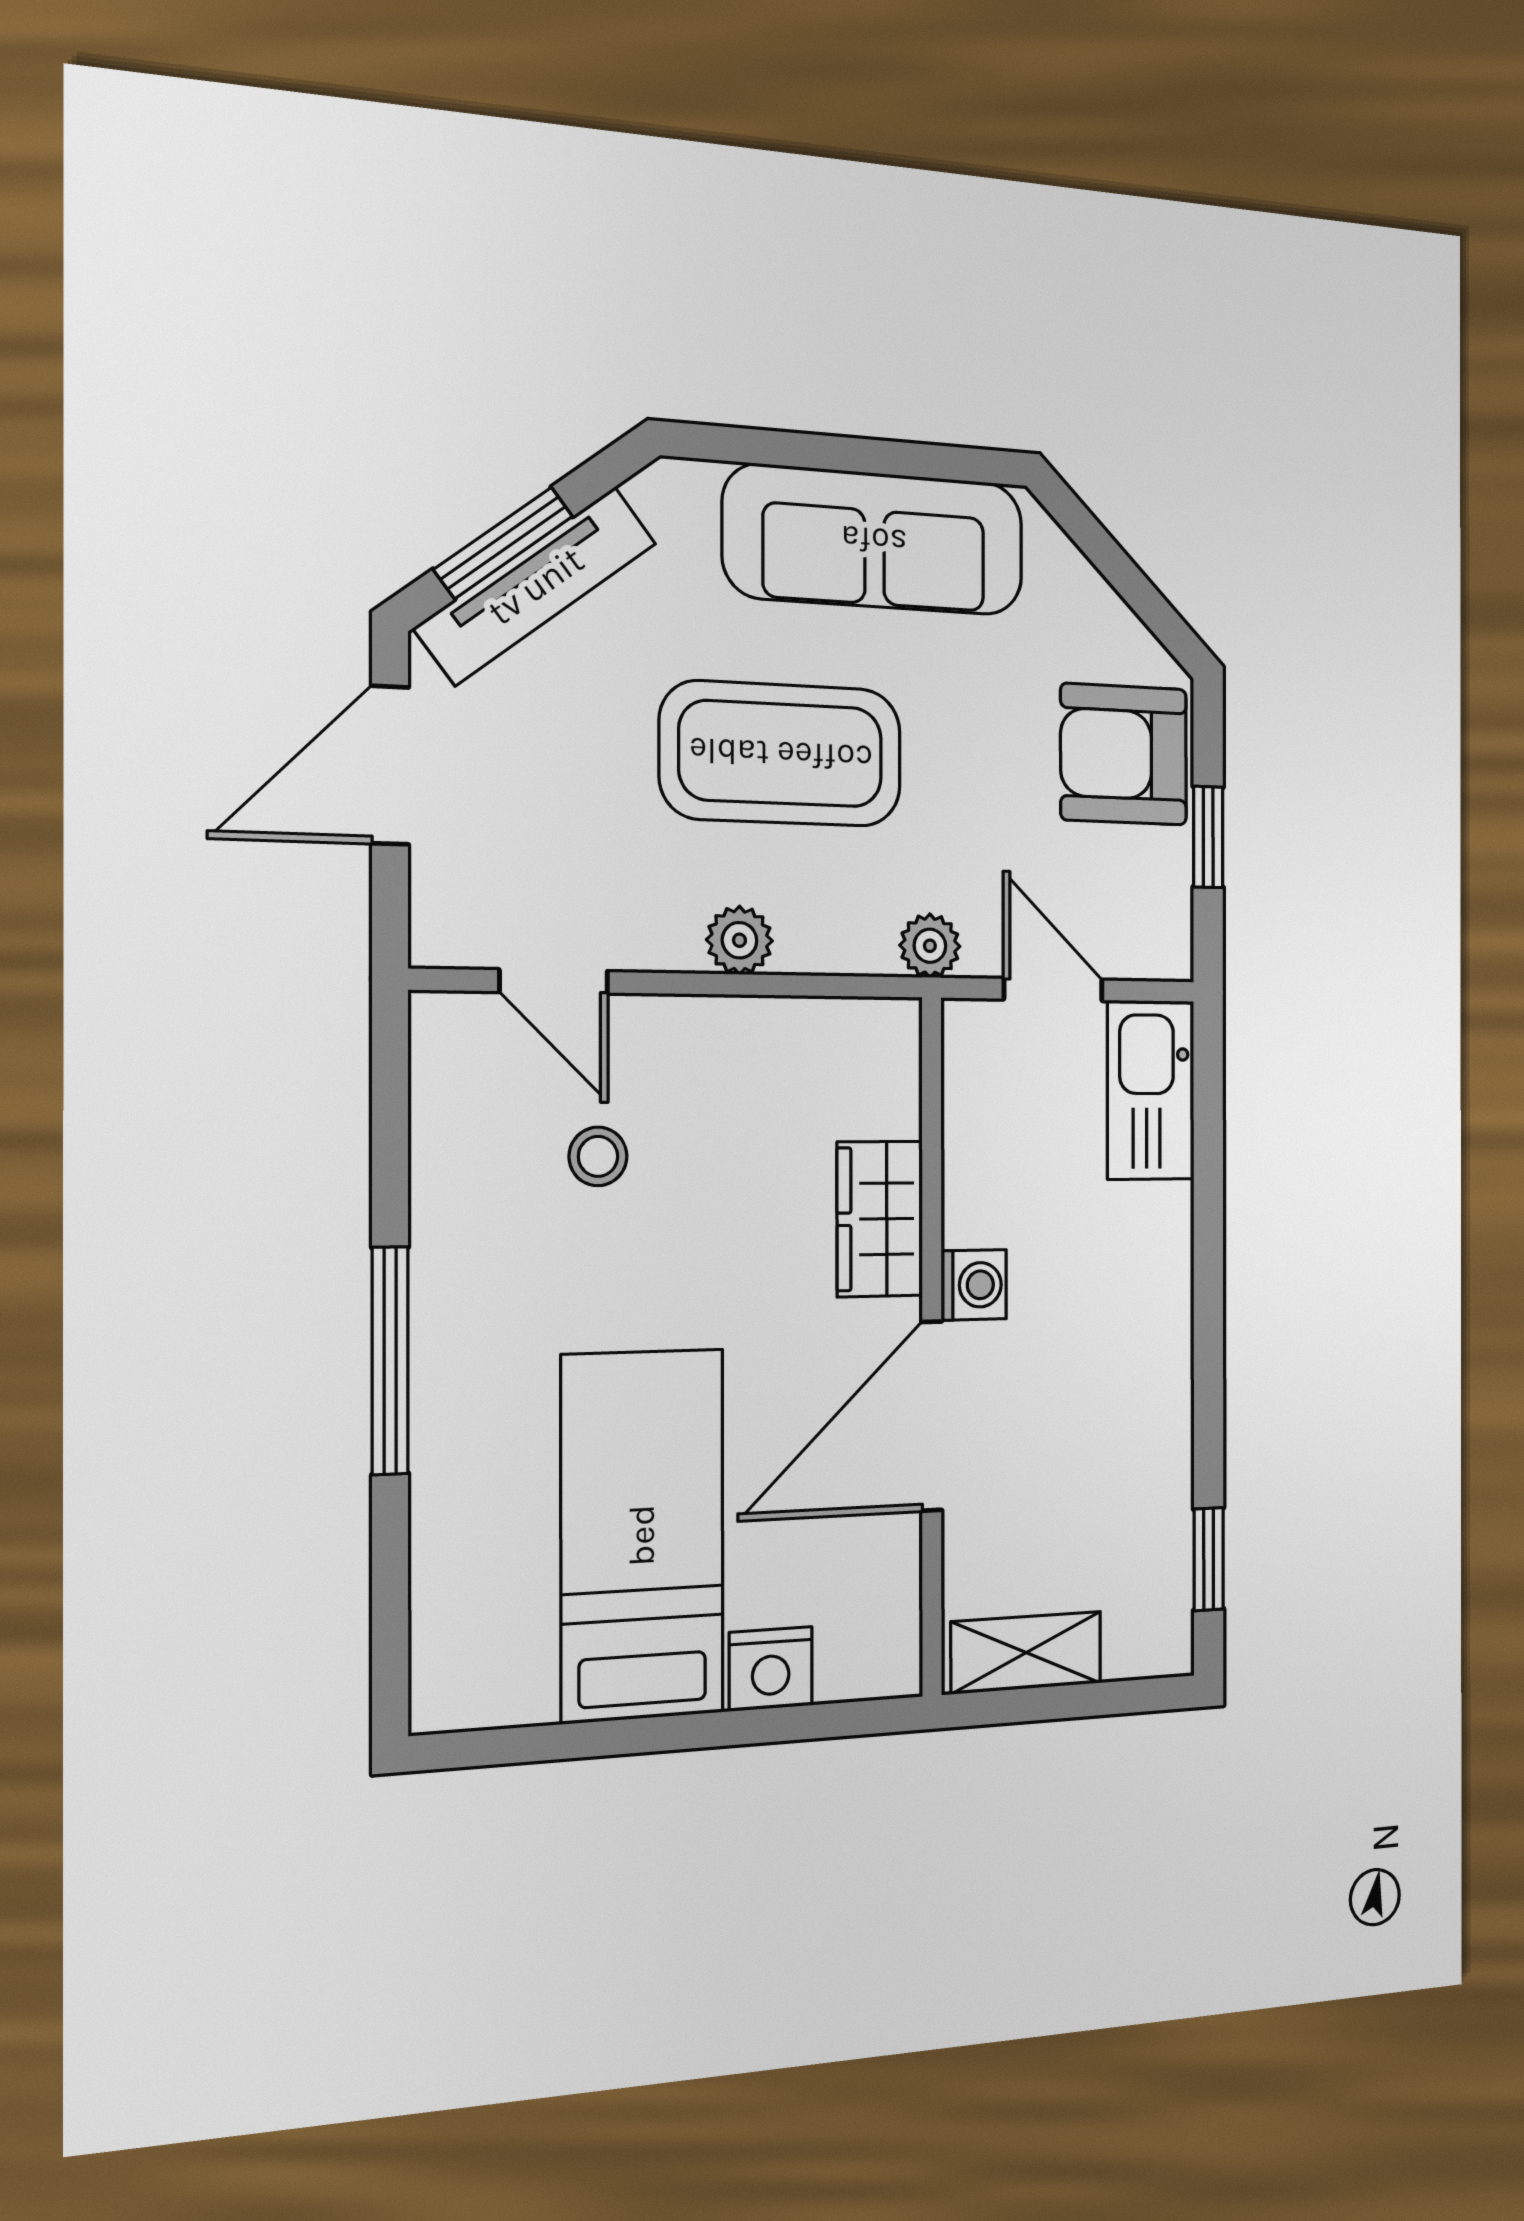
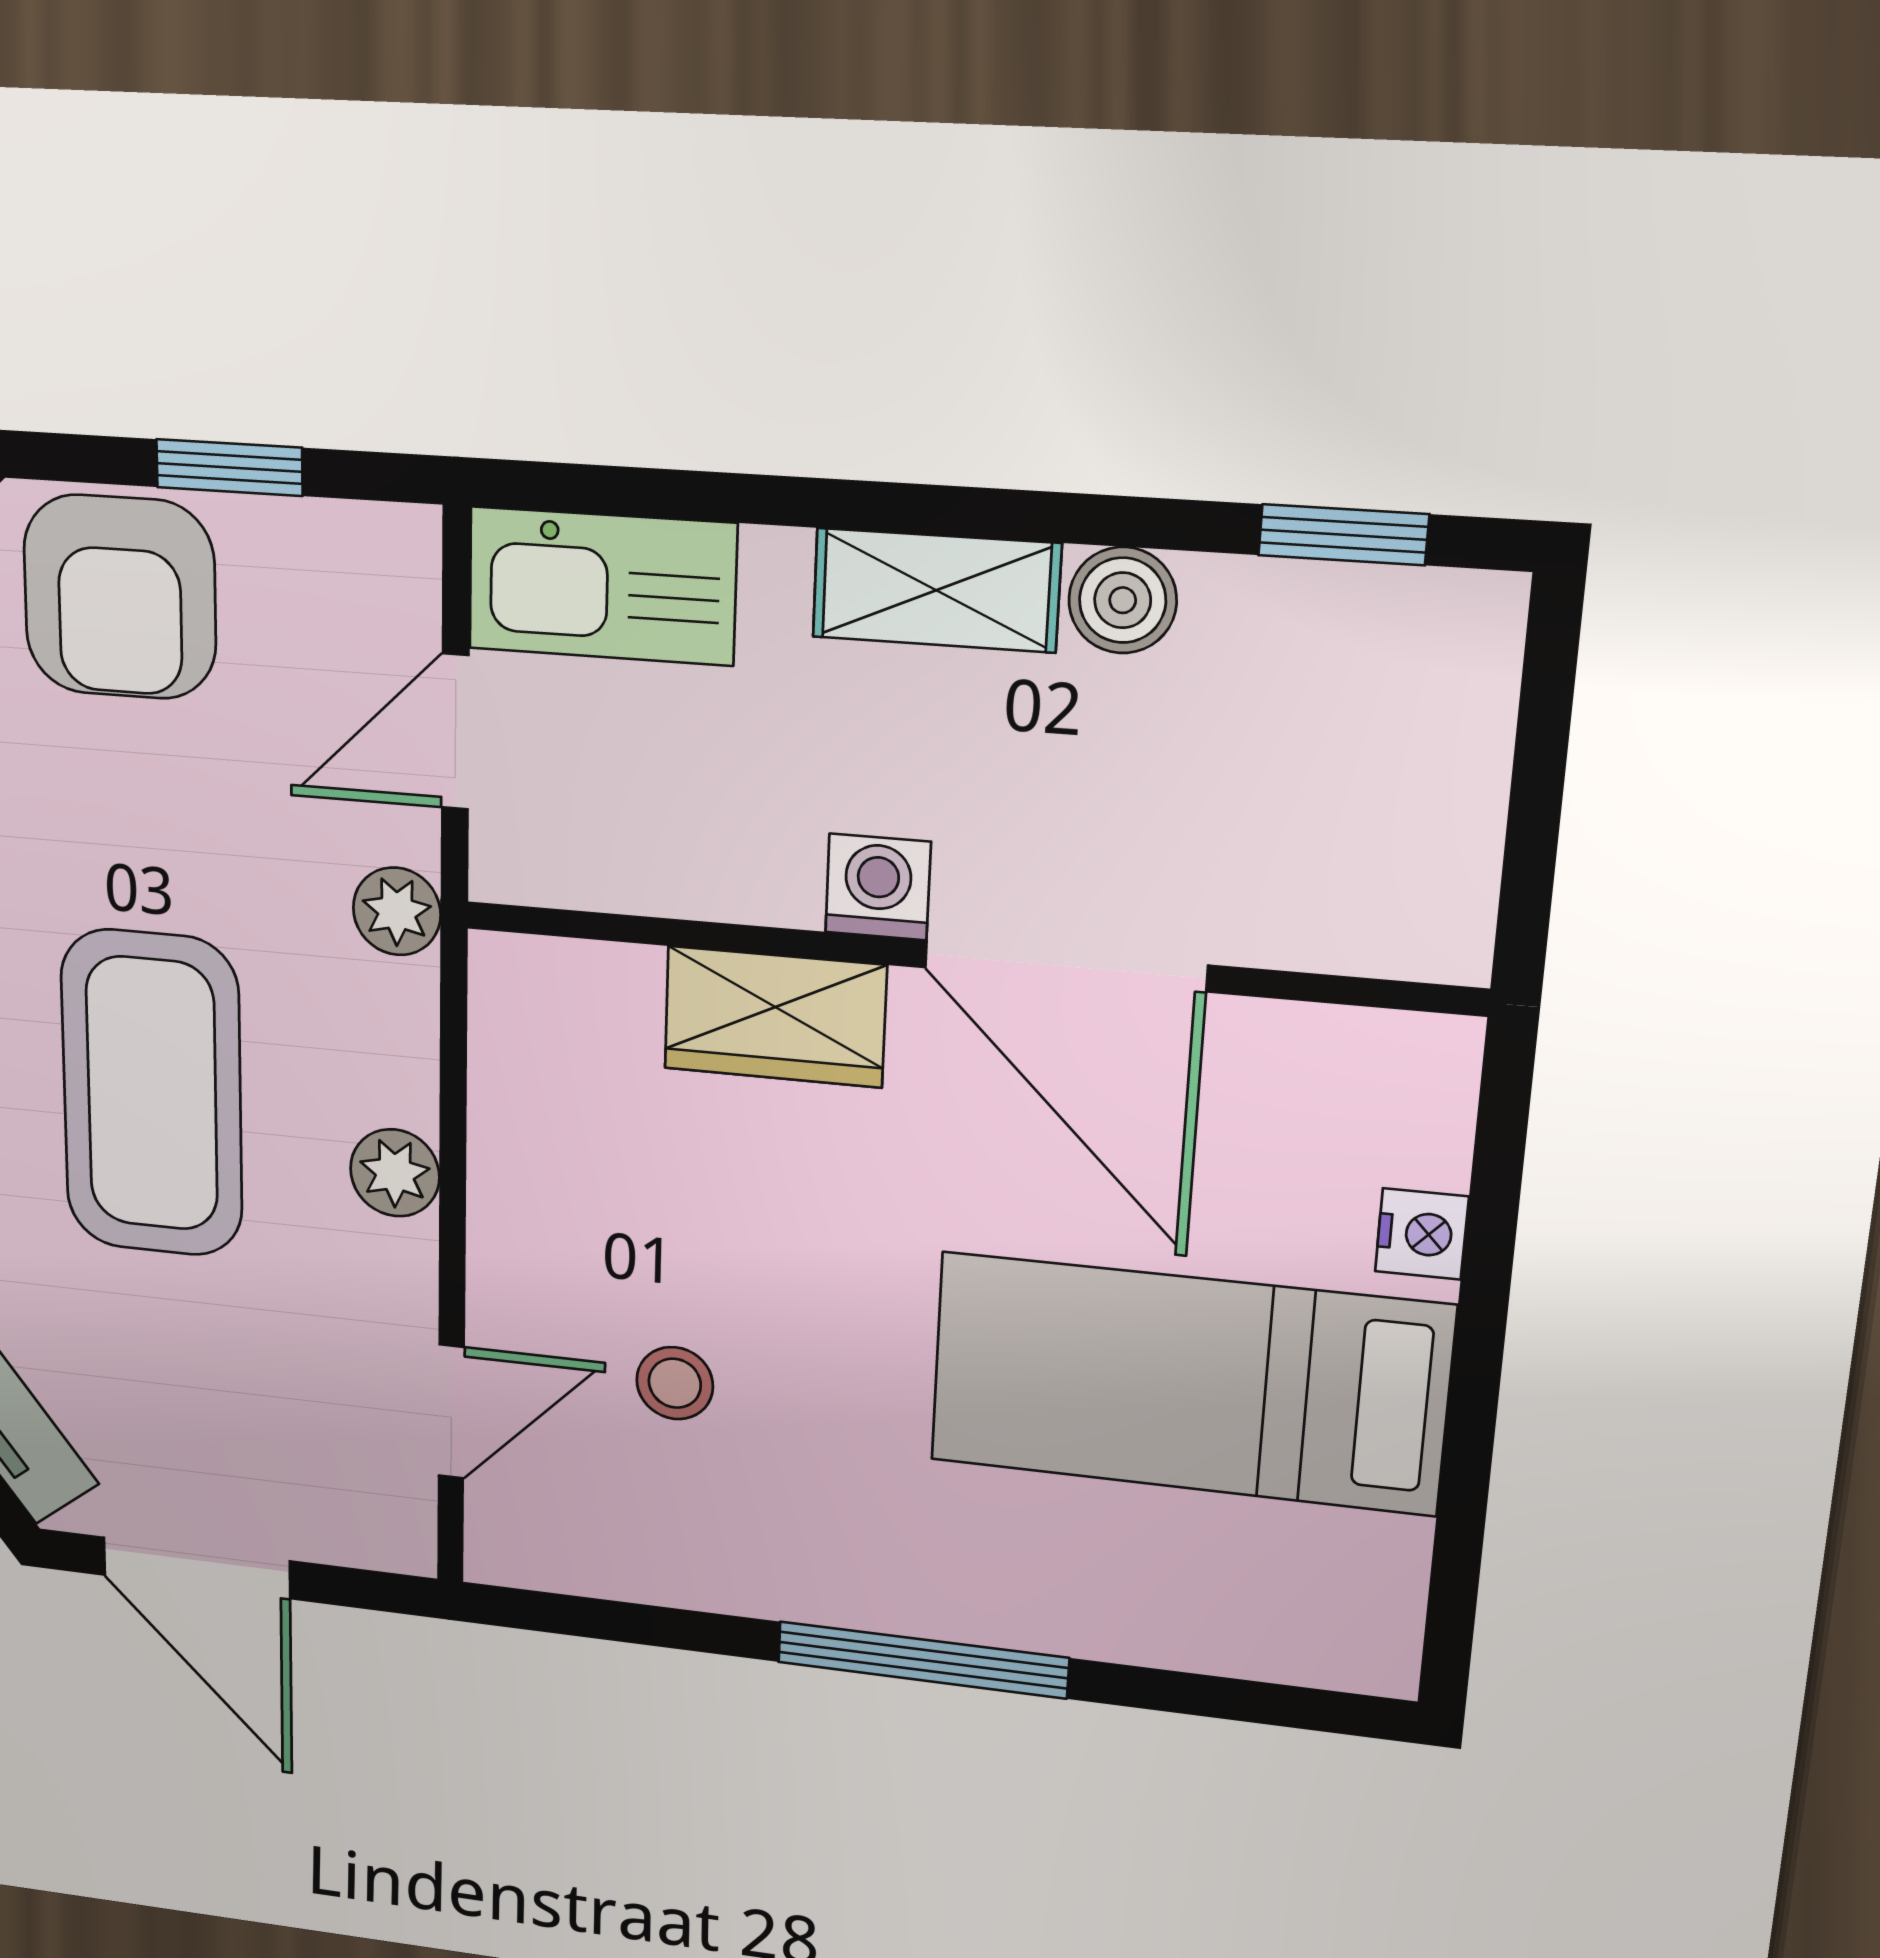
boiler: (1163, 1428) -> (1123, 600), added
shelving: (1026, 1653) -> (936, 590), moved, turned 90
nightstand: (771, 1669) -> (1422, 1234), width x0.72, depth x0.74

